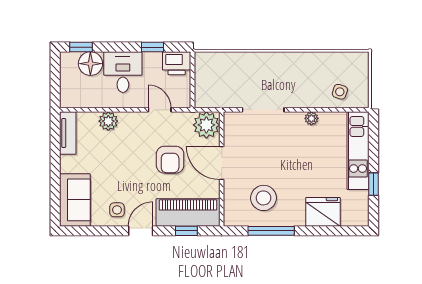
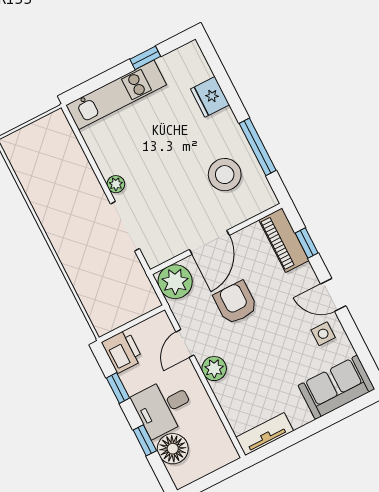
window: (81, 47) -> (145, 440), moved
side table: (340, 92) -> (60, 150), removed
plant: (311, 118) -> (116, 184), moved
plant: (108, 121) -> (214, 369), moved
armchair: (170, 160) -> (236, 303), turned -90
piano: (188, 212) -> (284, 240), width x0.73, depth x0.75
fridge: (323, 212) -> (210, 97), width x0.73, depth x0.75

